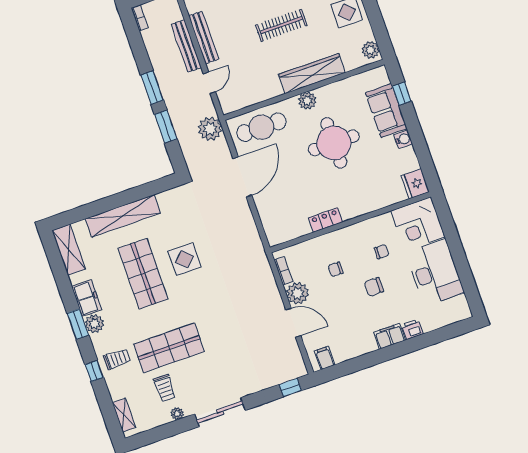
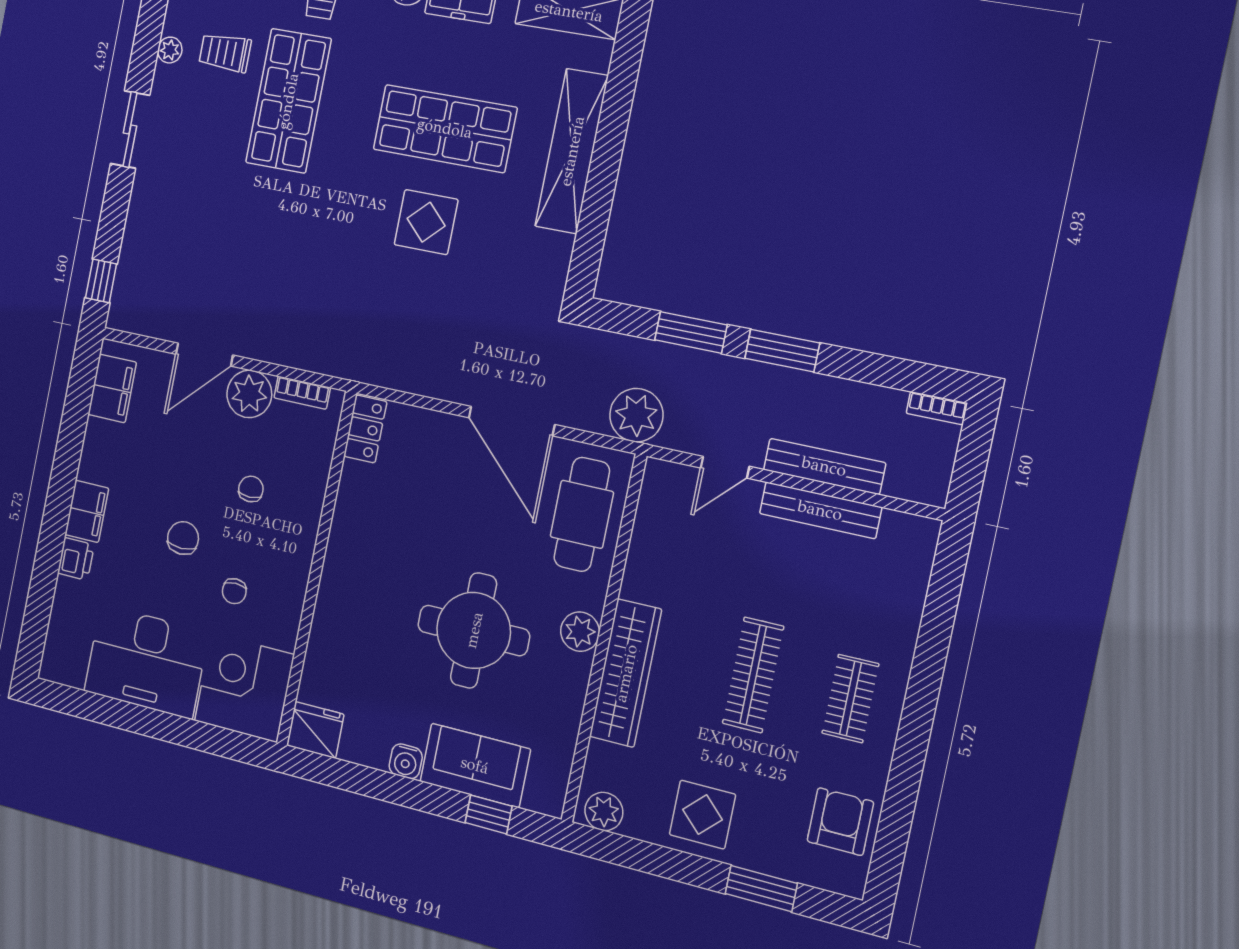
door: (209, 83) -> (725, 467), hinge flipped
locker: (326, 220) -> (365, 429), moved
filing cabinet: (325, 358) -> (112, 388), width x2.00
sliding door: (220, 412) -> (130, 130), width x0.73

